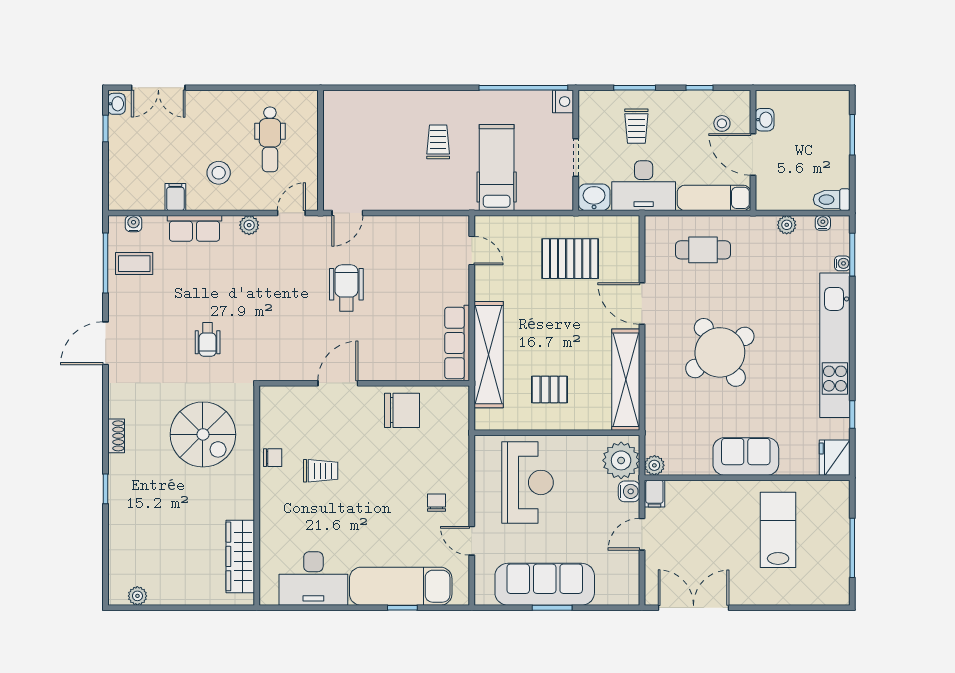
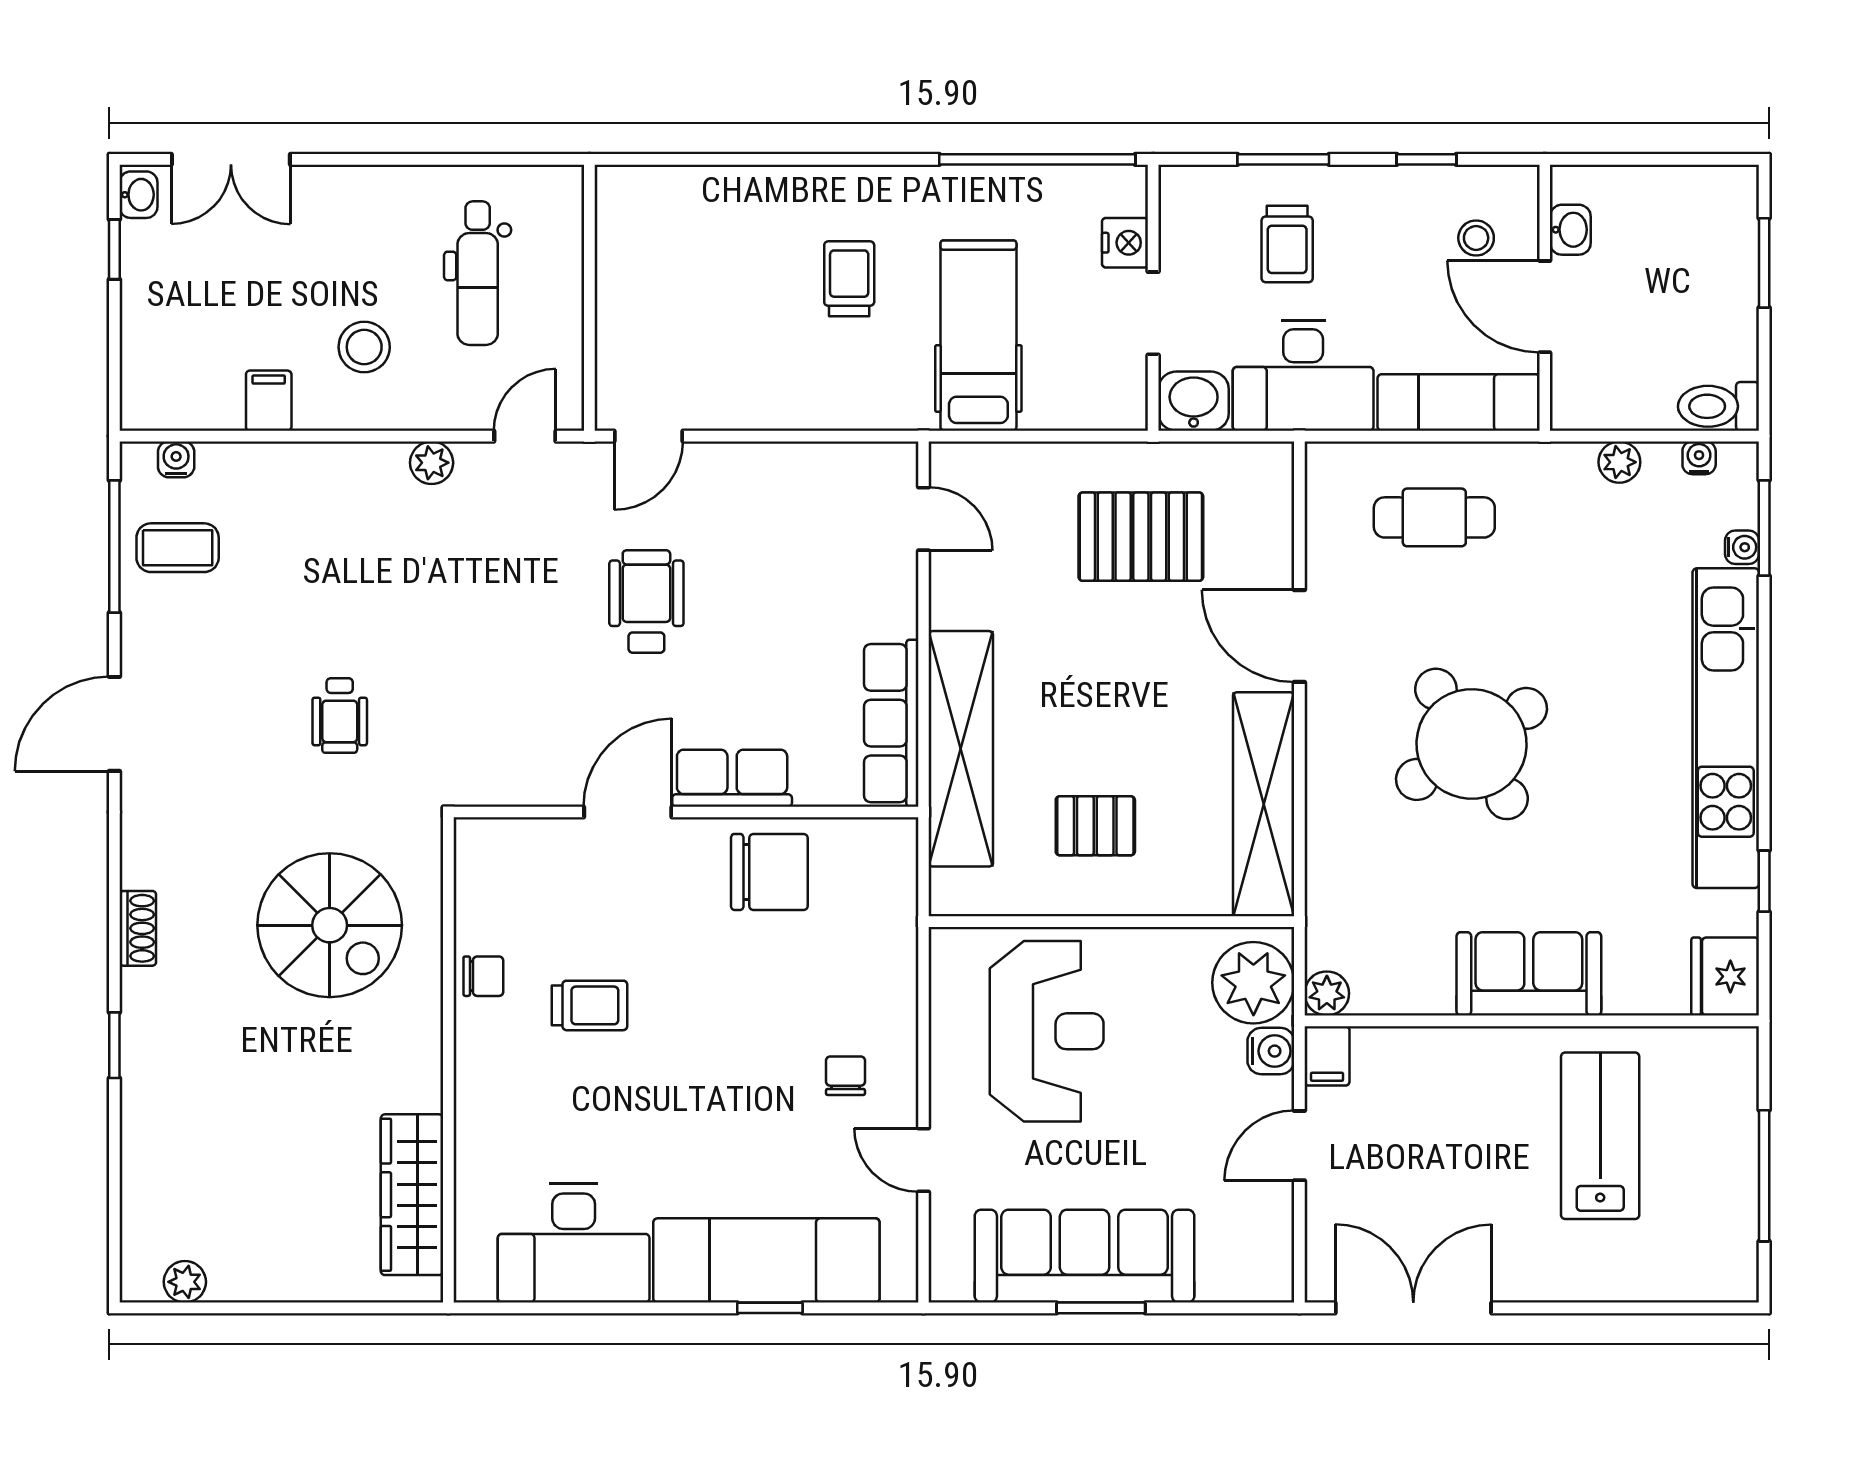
nightstand: (563, 102) -> (1125, 243), moved
row of seats: (194, 228) -> (732, 778), moved, turned 180

